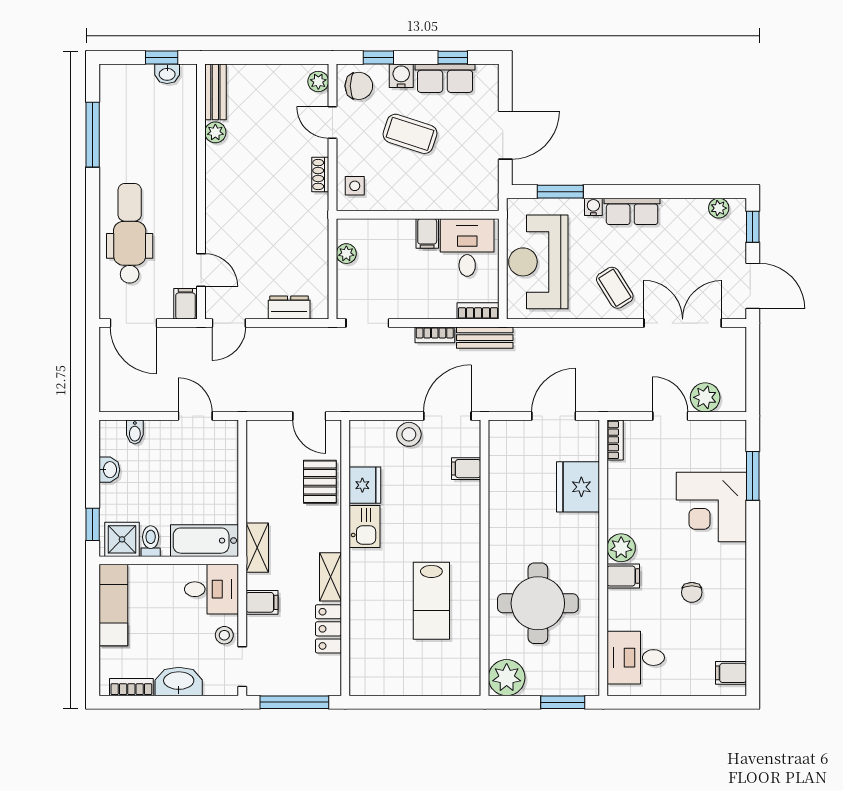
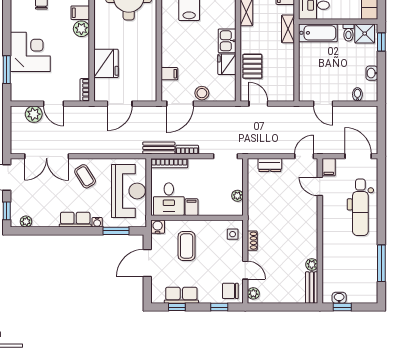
water cooler: (401, 76) -> (158, 227), moved, turned 180
coffee table: (410, 134) -> (187, 246), moved, turned 72
bookcase: (478, 311) -> (169, 163), width x1.56

